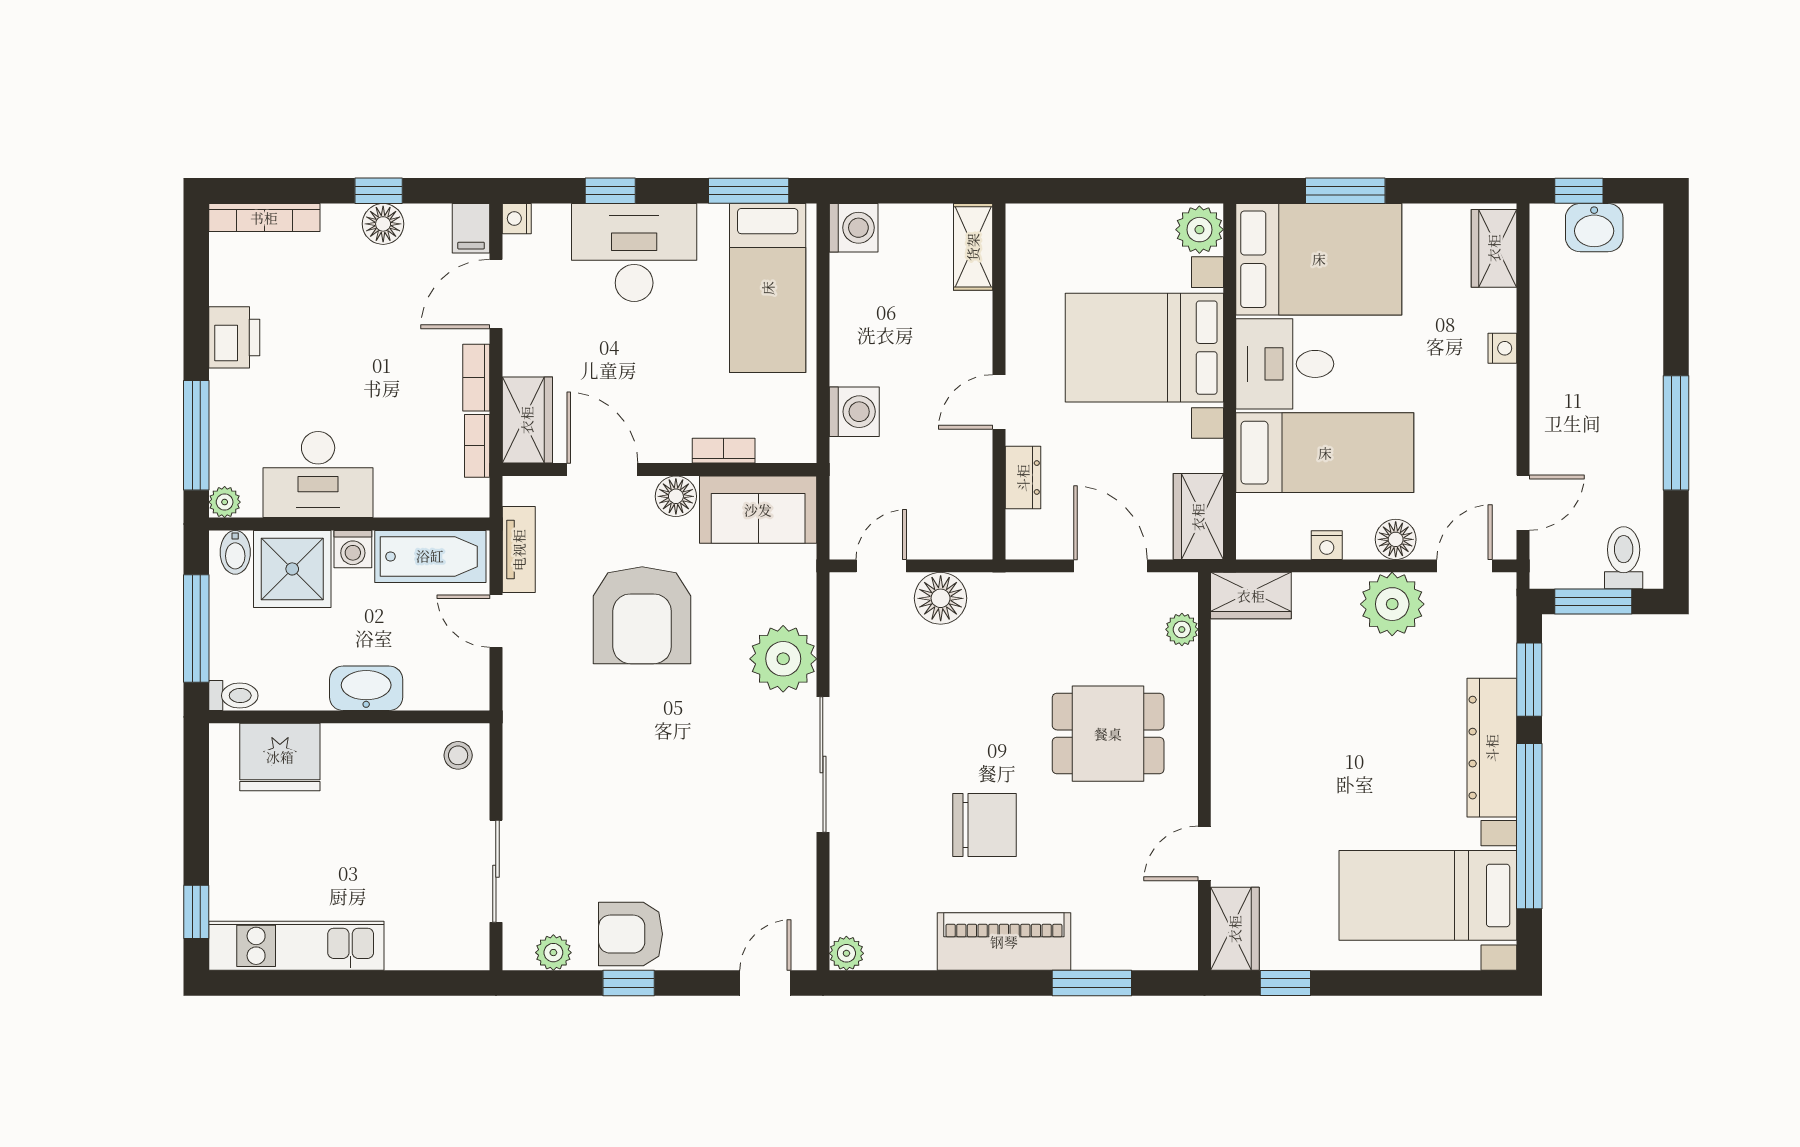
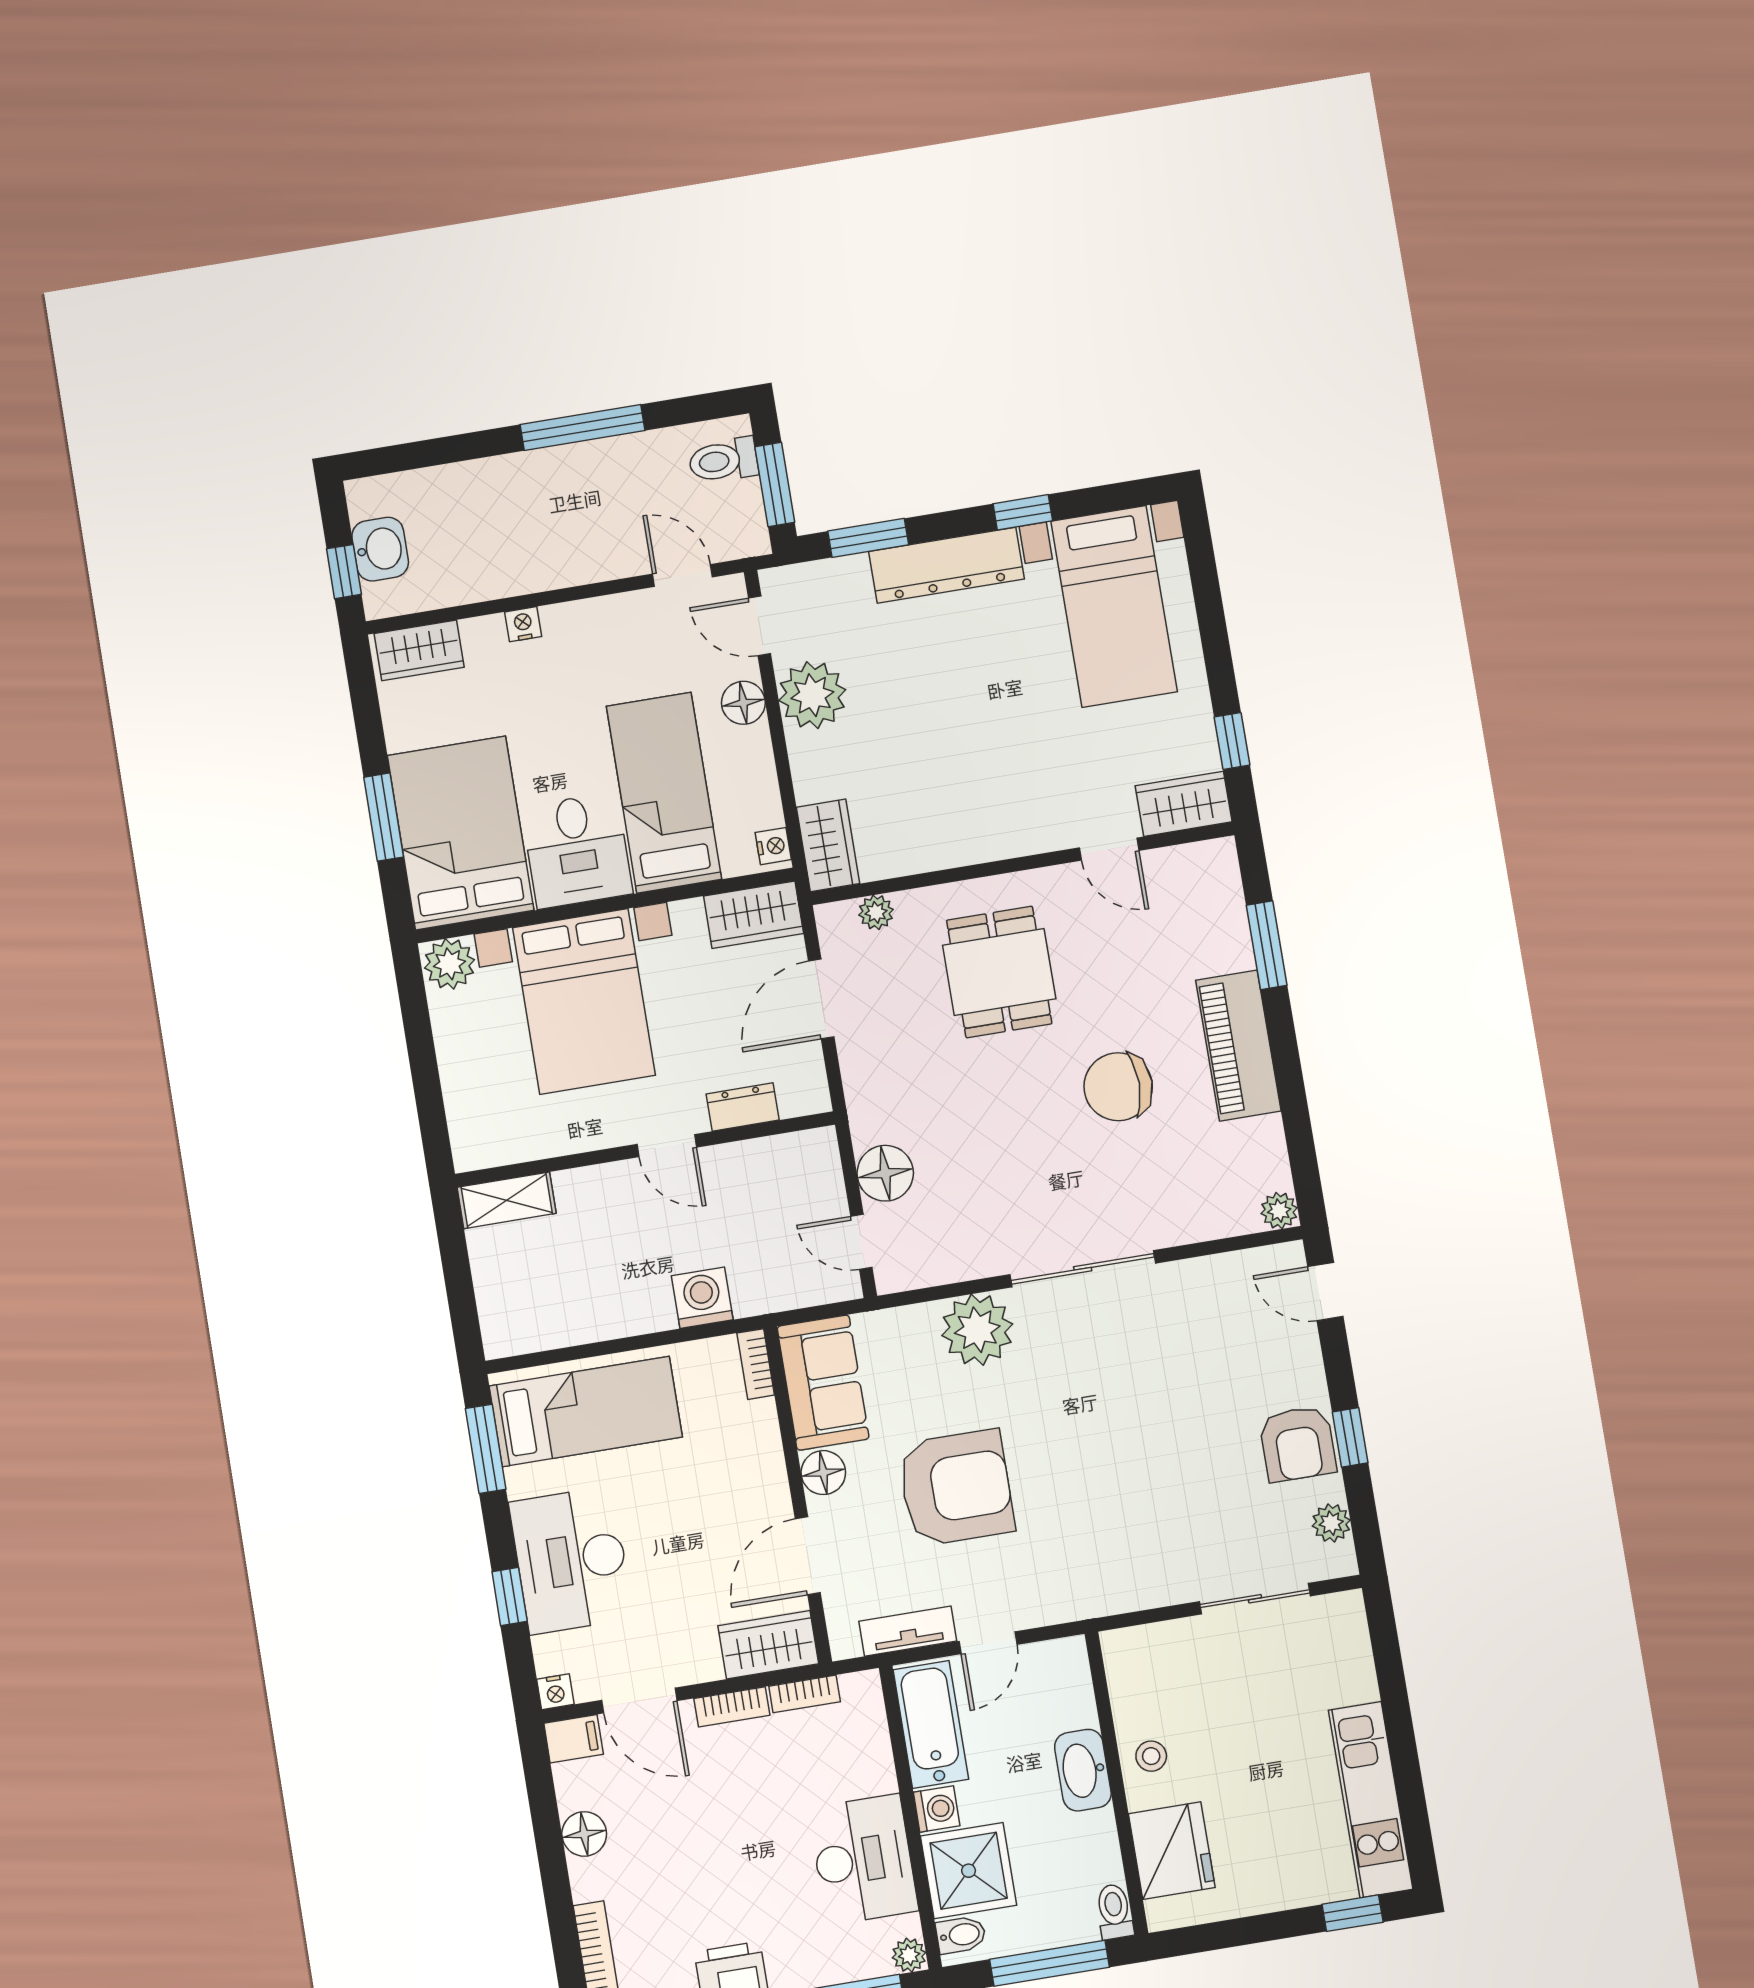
window: (379, 191) -> (550, 1845), removed
washing machine: (854, 228) -> (507, 1331), removed
bookcase: (724, 451) -> (756, 1364), moved
nightstand: (1327, 545) -> (773, 846), moved
stool: (458, 755) -> (1151, 1756), moved
chair: (984, 825) -> (1118, 1087), turned -90
window: (1529, 826) -> (1023, 512), width x0.32

